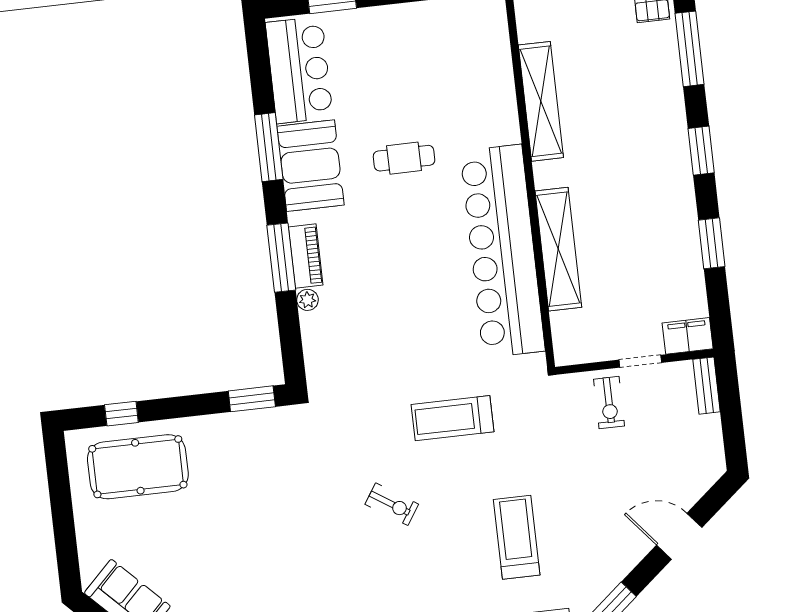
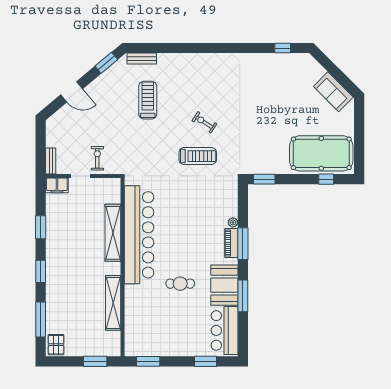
treadmill: (452, 418) -> (198, 156), moved
pool table: (138, 467) -> (321, 153), width x1.36, depth x1.32
treadmill: (517, 537) -> (148, 100), turned 180

